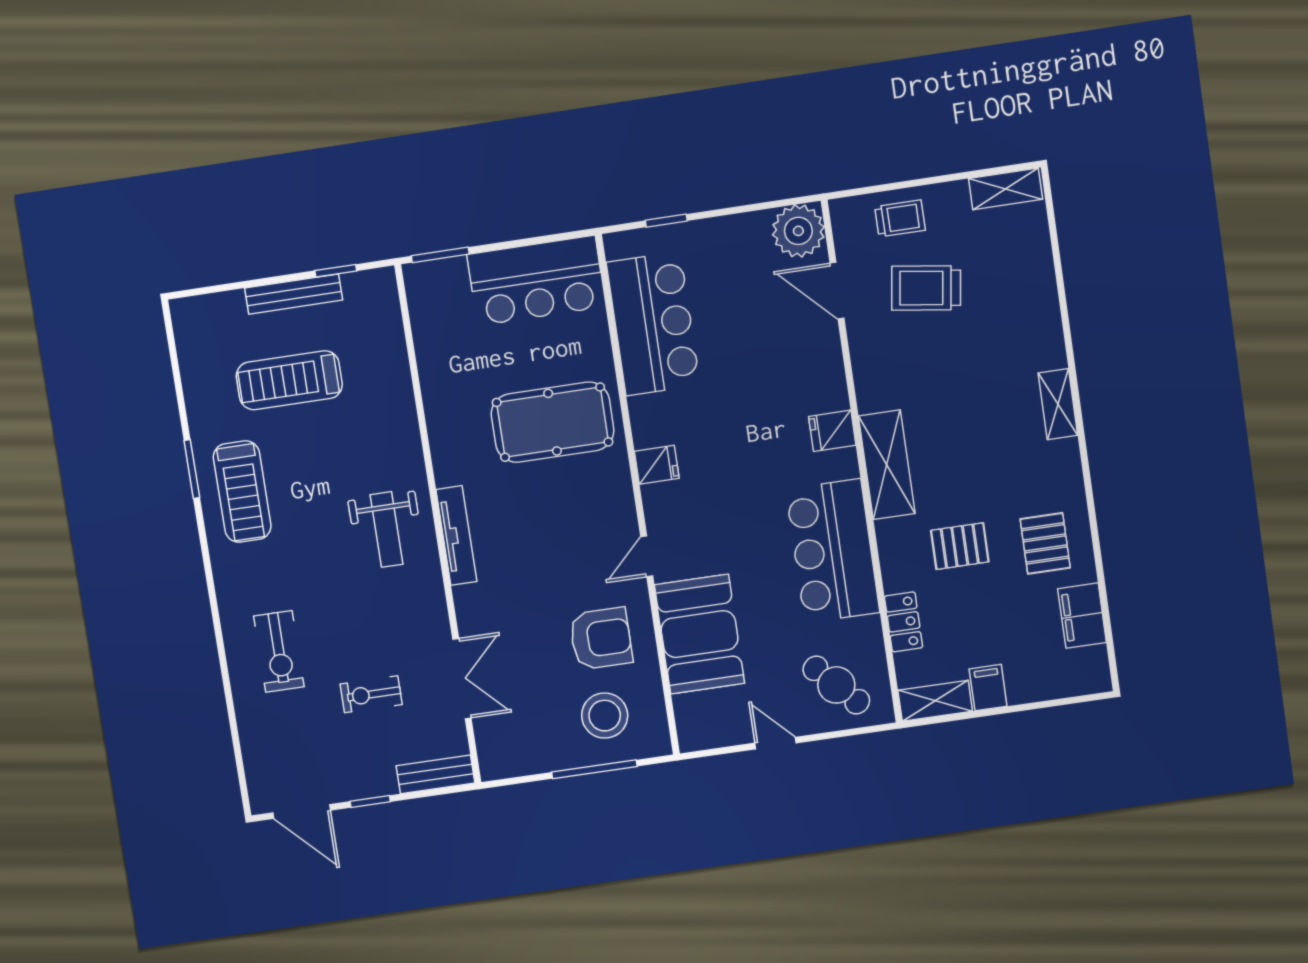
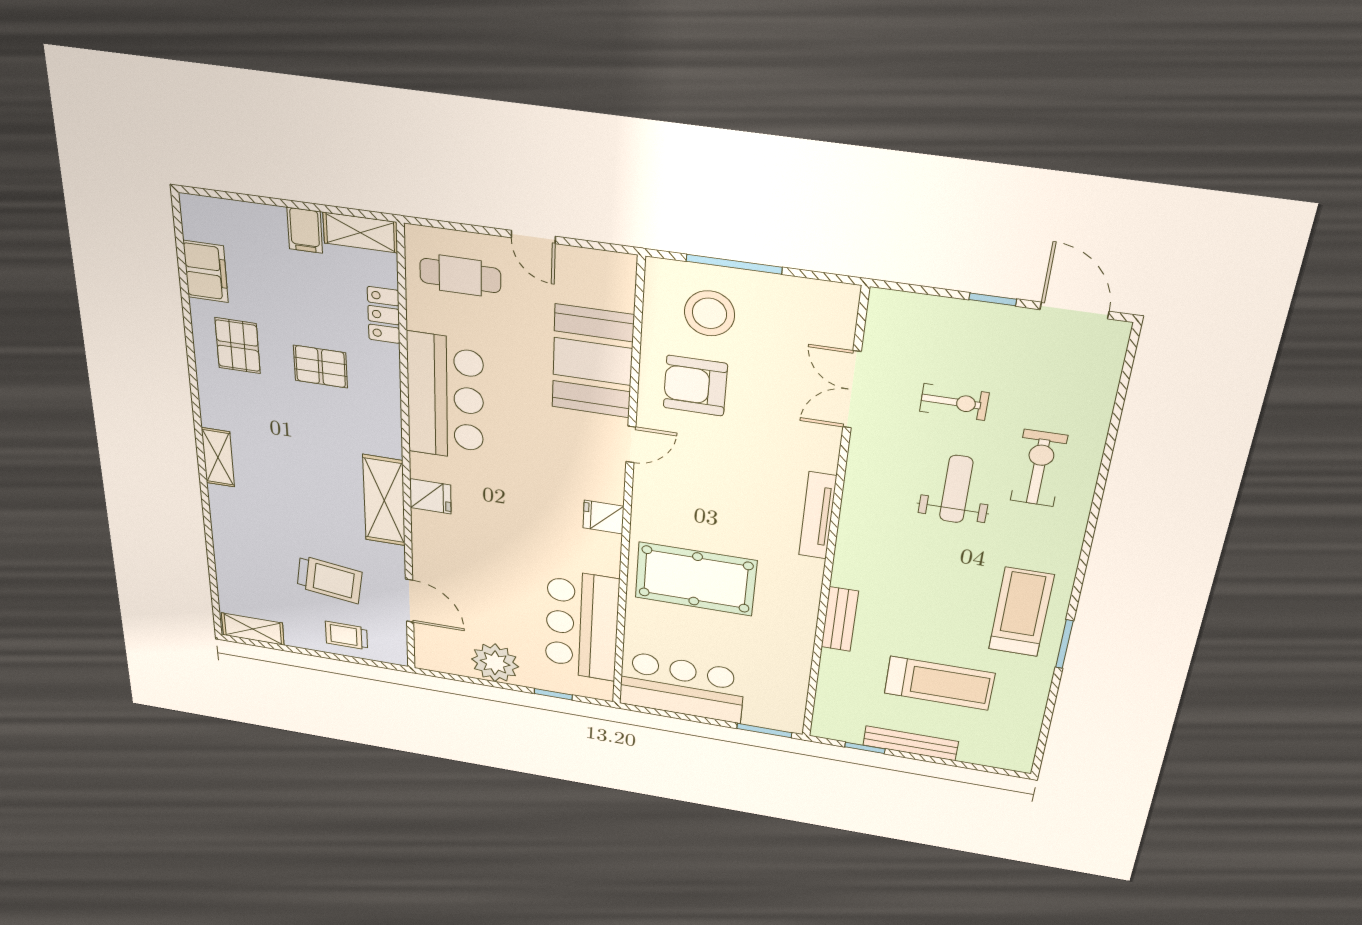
plant: (798, 231) -> (495, 663), moved
shelving: (887, 465) -> (384, 500), moved
weight bench: (386, 529) -> (956, 489), moved
cafe table: (836, 685) -> (460, 276), turned -47
bench: (435, 774) -> (840, 619), moved, turned 90

